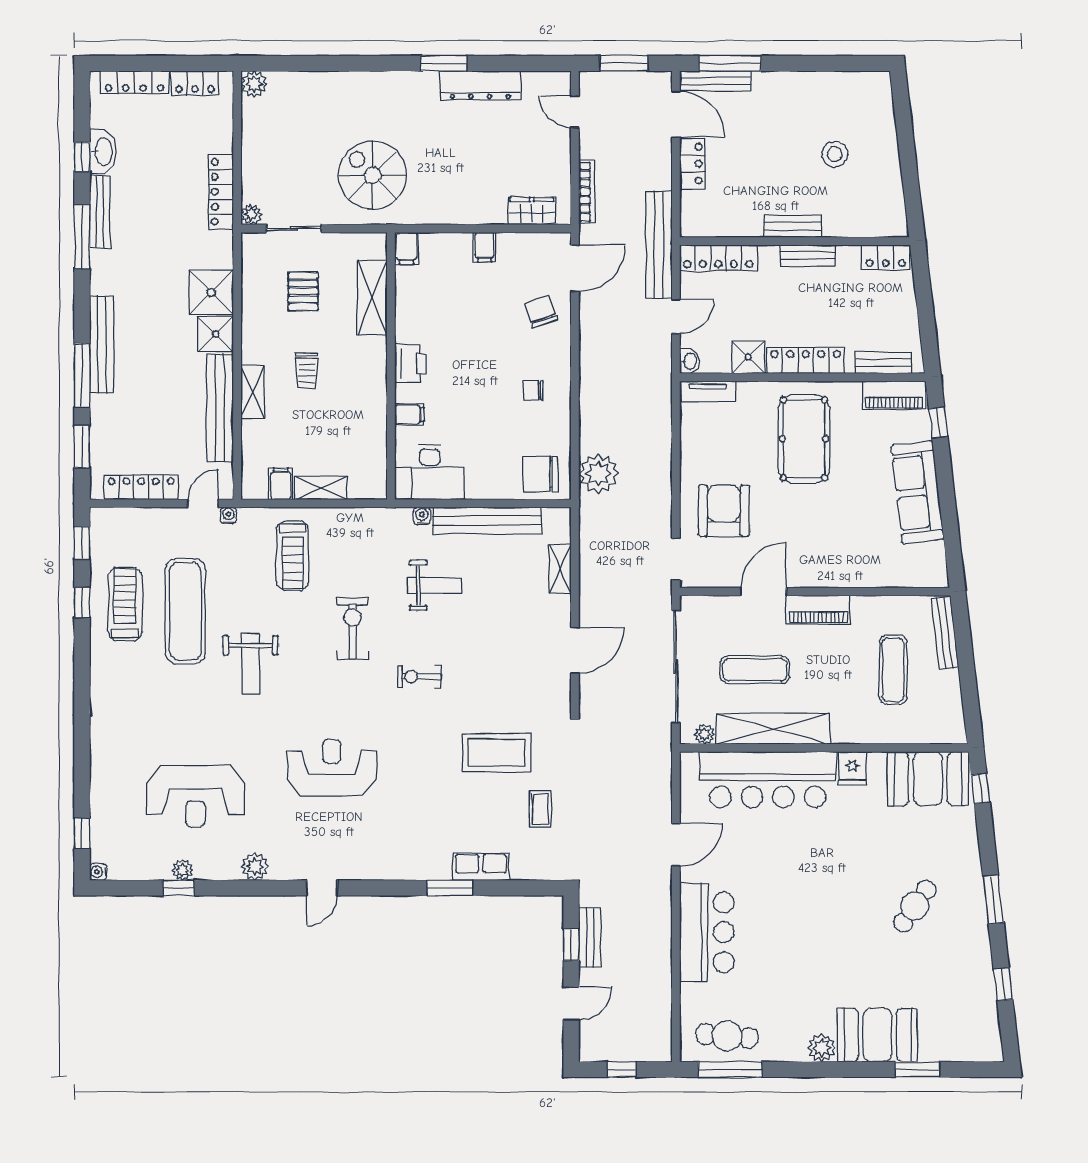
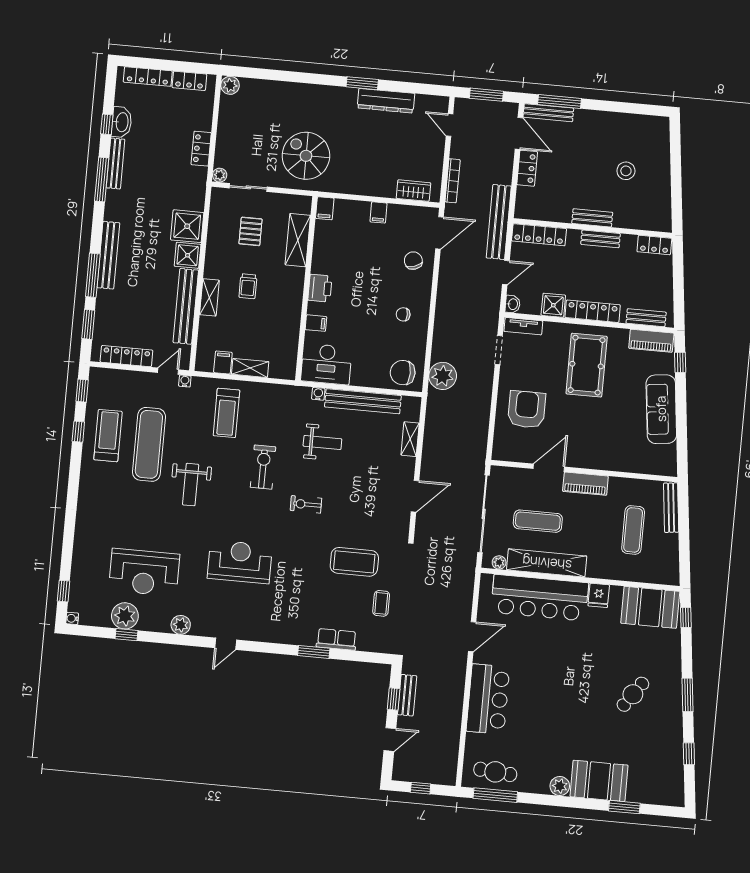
locker: (221, 192) -> (201, 149), width x0.66
doorway: (676, 559) -> (499, 350), moved
plant: (183, 870) -> (125, 616), width x1.88, depth x1.88

